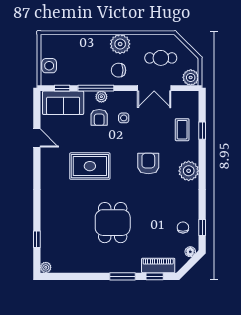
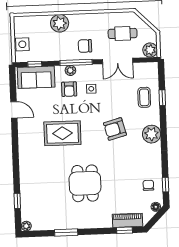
plant: (120, 44) -> (60, 23), moved
window: (96, 88) -> (76, 63), moved
armchair: (148, 164) -> (115, 129), turned -105
window: (122, 276) -> (66, 232), moved

